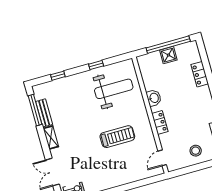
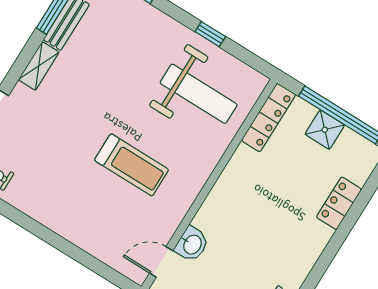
washbasin: (154, 98) -> (192, 244), moved
locker: (160, 122) -> (269, 118), moved, width x1.53

